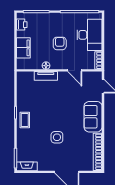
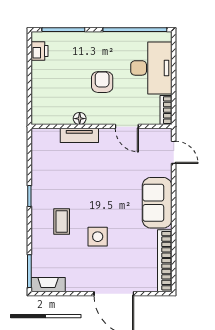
filing cabinet: (23, 48) -> (42, 89), removed
coffee table: (25, 120) -> (62, 221), moved

